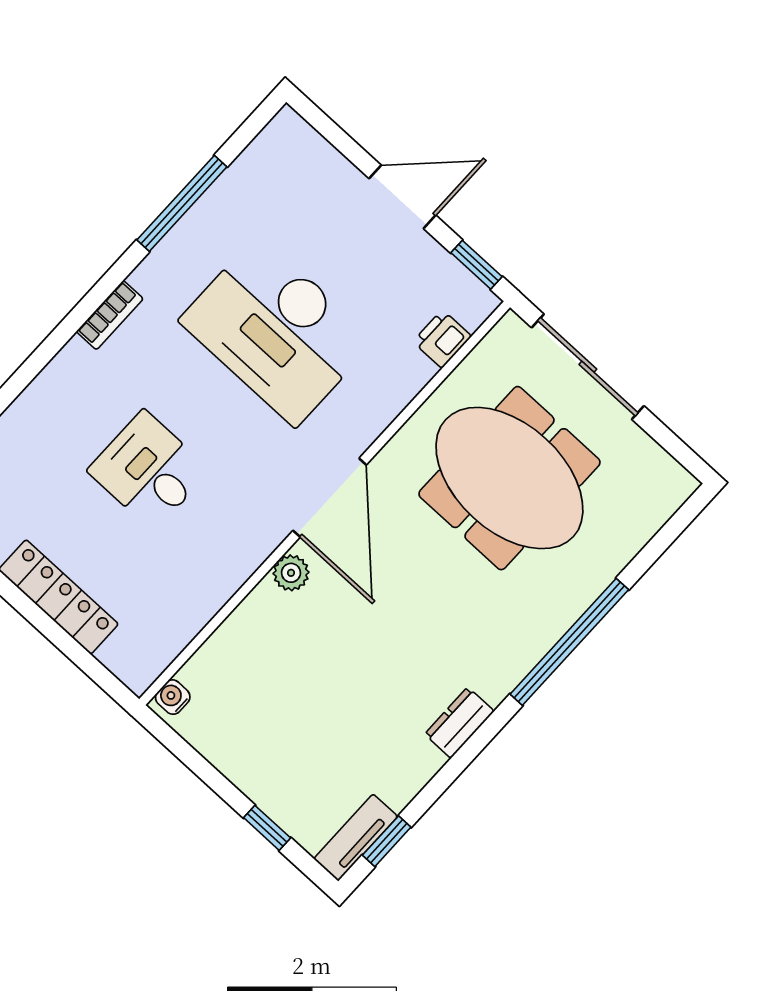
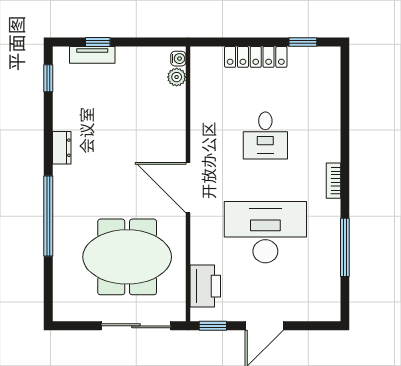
printer: (442, 339) -> (205, 286), width x1.87, depth x1.48
desk: (149, 470) -> (265, 136), turned 90
plant: (291, 573) -> (177, 77), moved
tv unit: (356, 838) -> (92, 55), moved, turned 90

